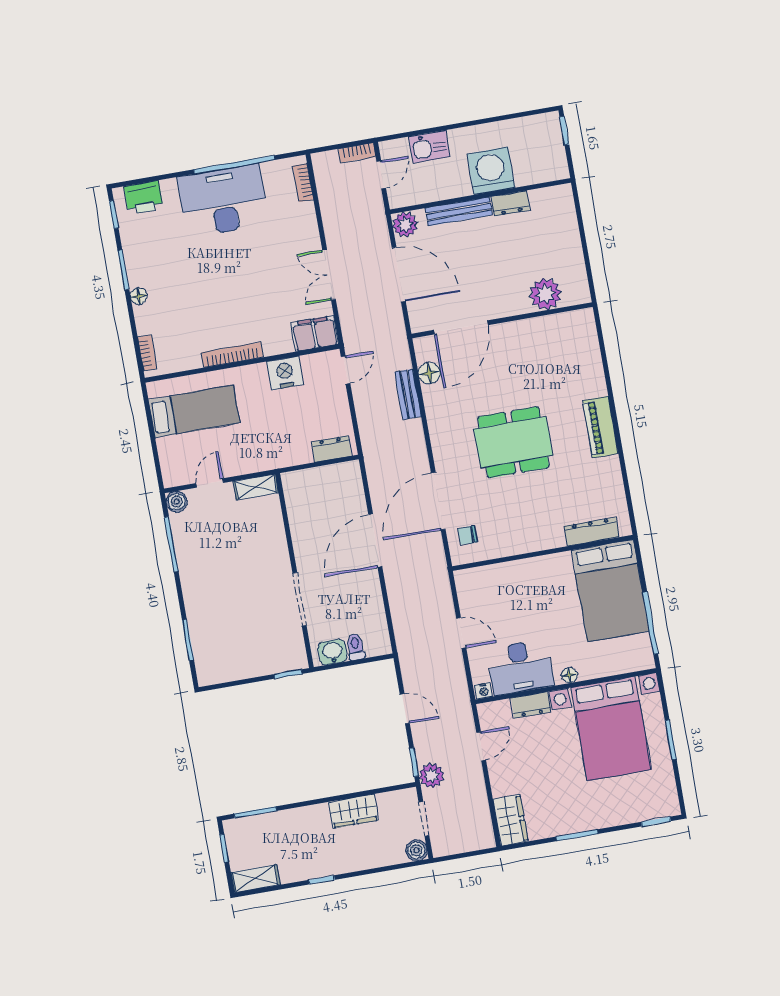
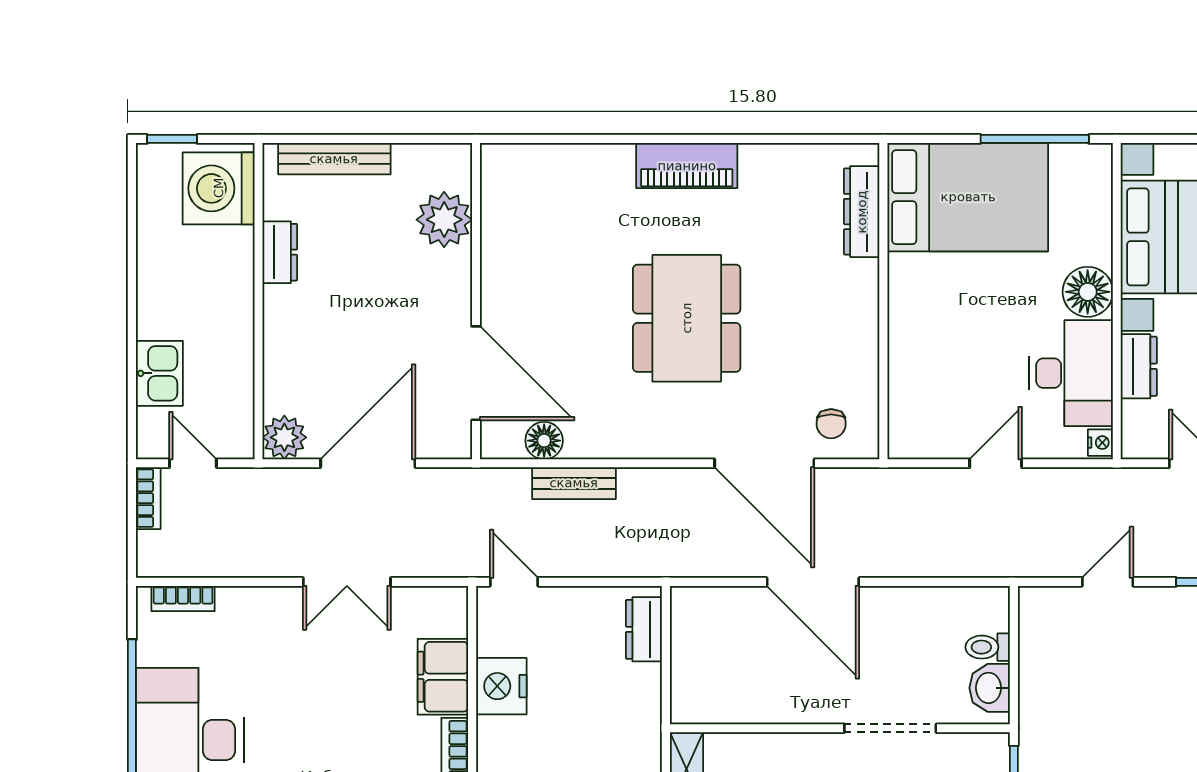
washing machine: (491, 171) -> (219, 188), moved
bench: (459, 211) -> (334, 159), moved, turned 90
filing cabinet: (315, 333) -> (443, 677), moved
floor lamp: (569, 675) -> (1088, 292), width x1.89, depth x1.89

